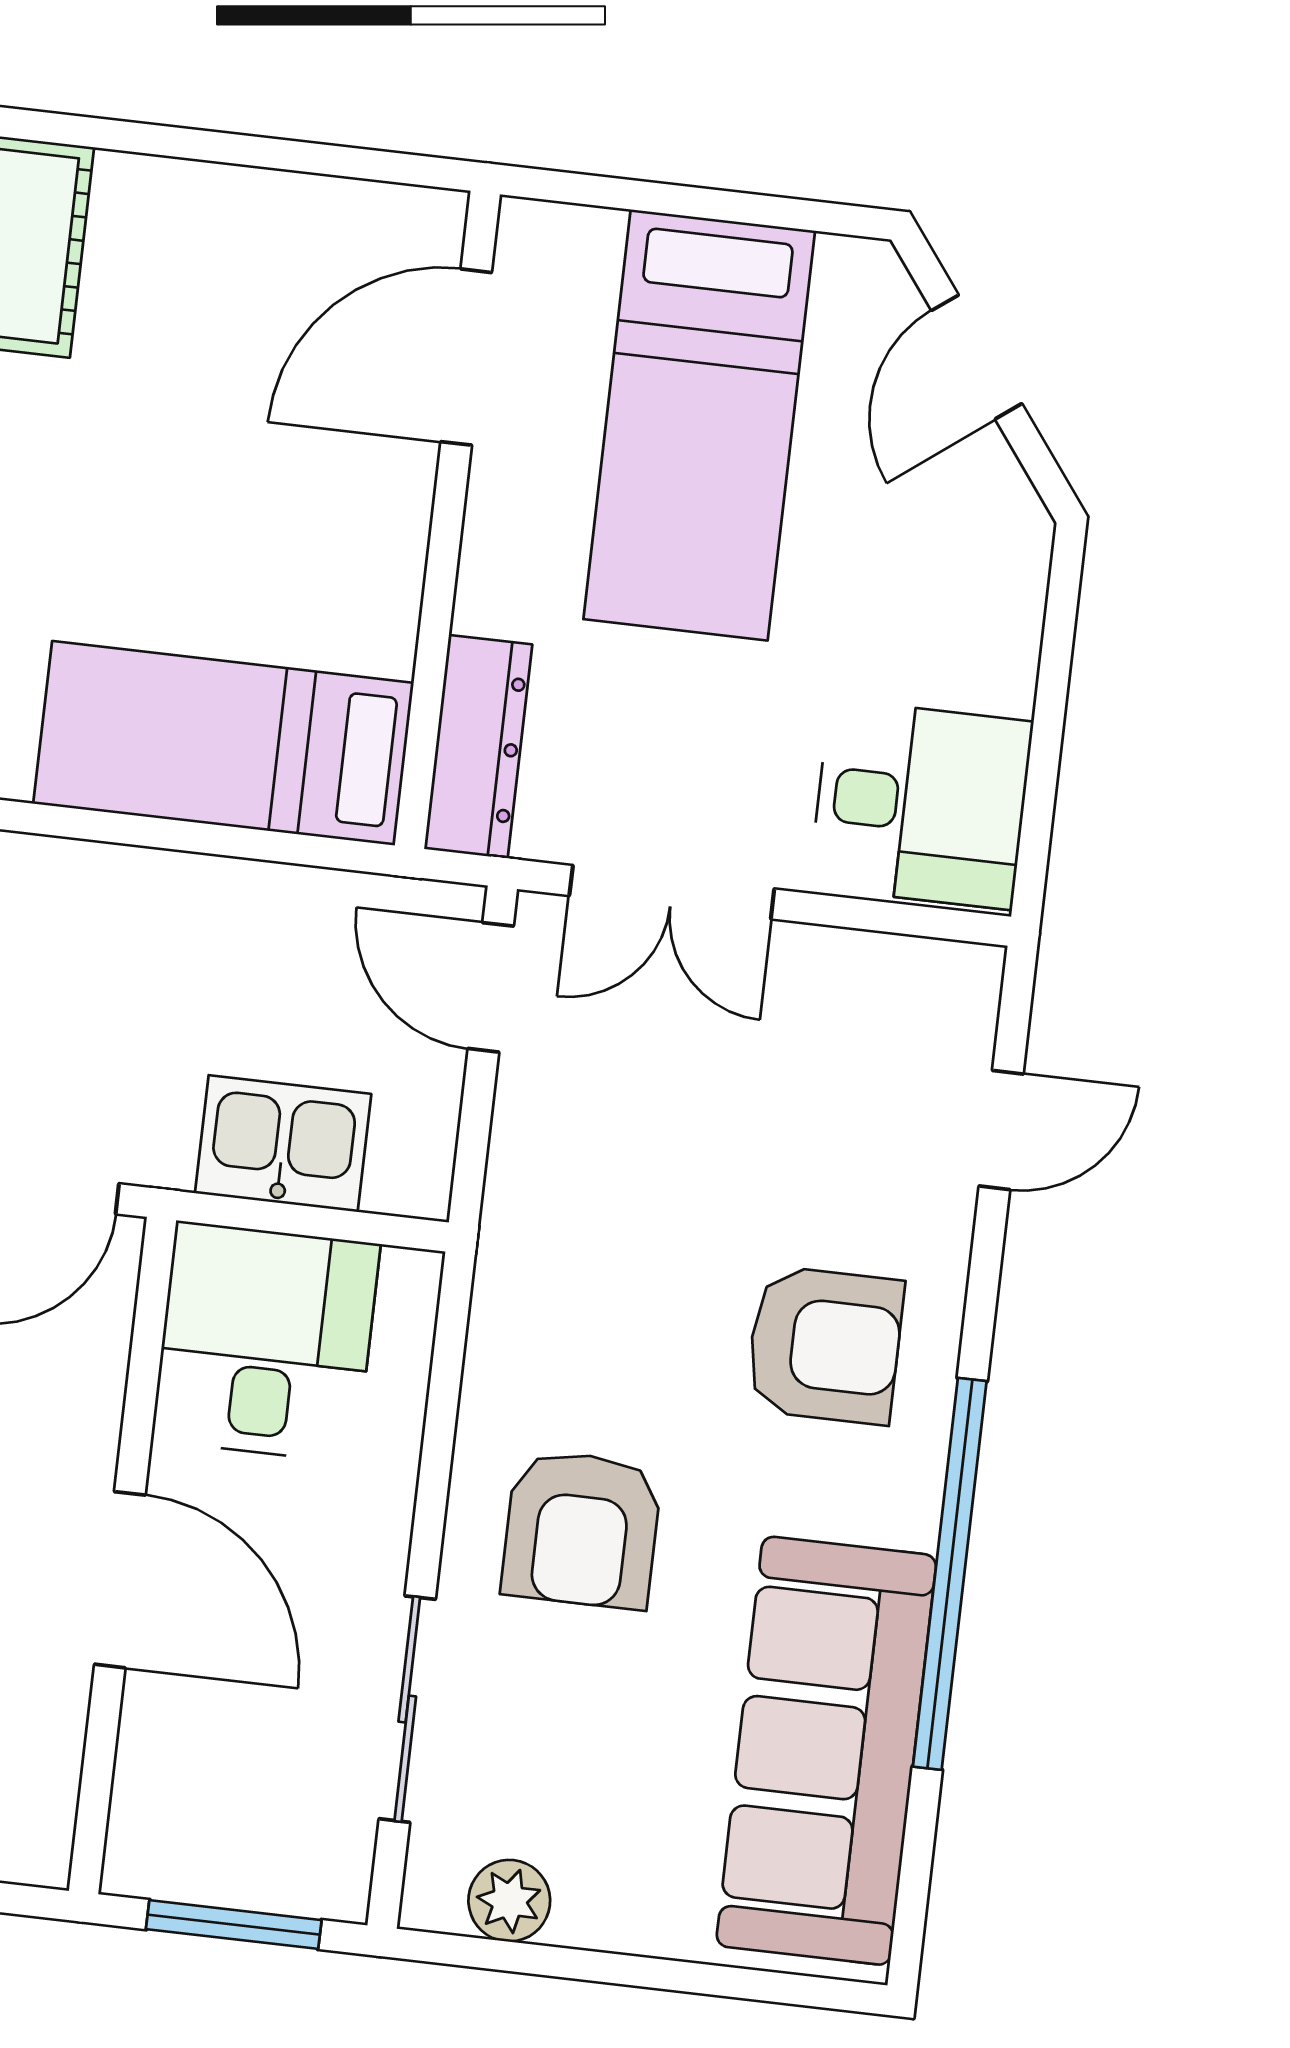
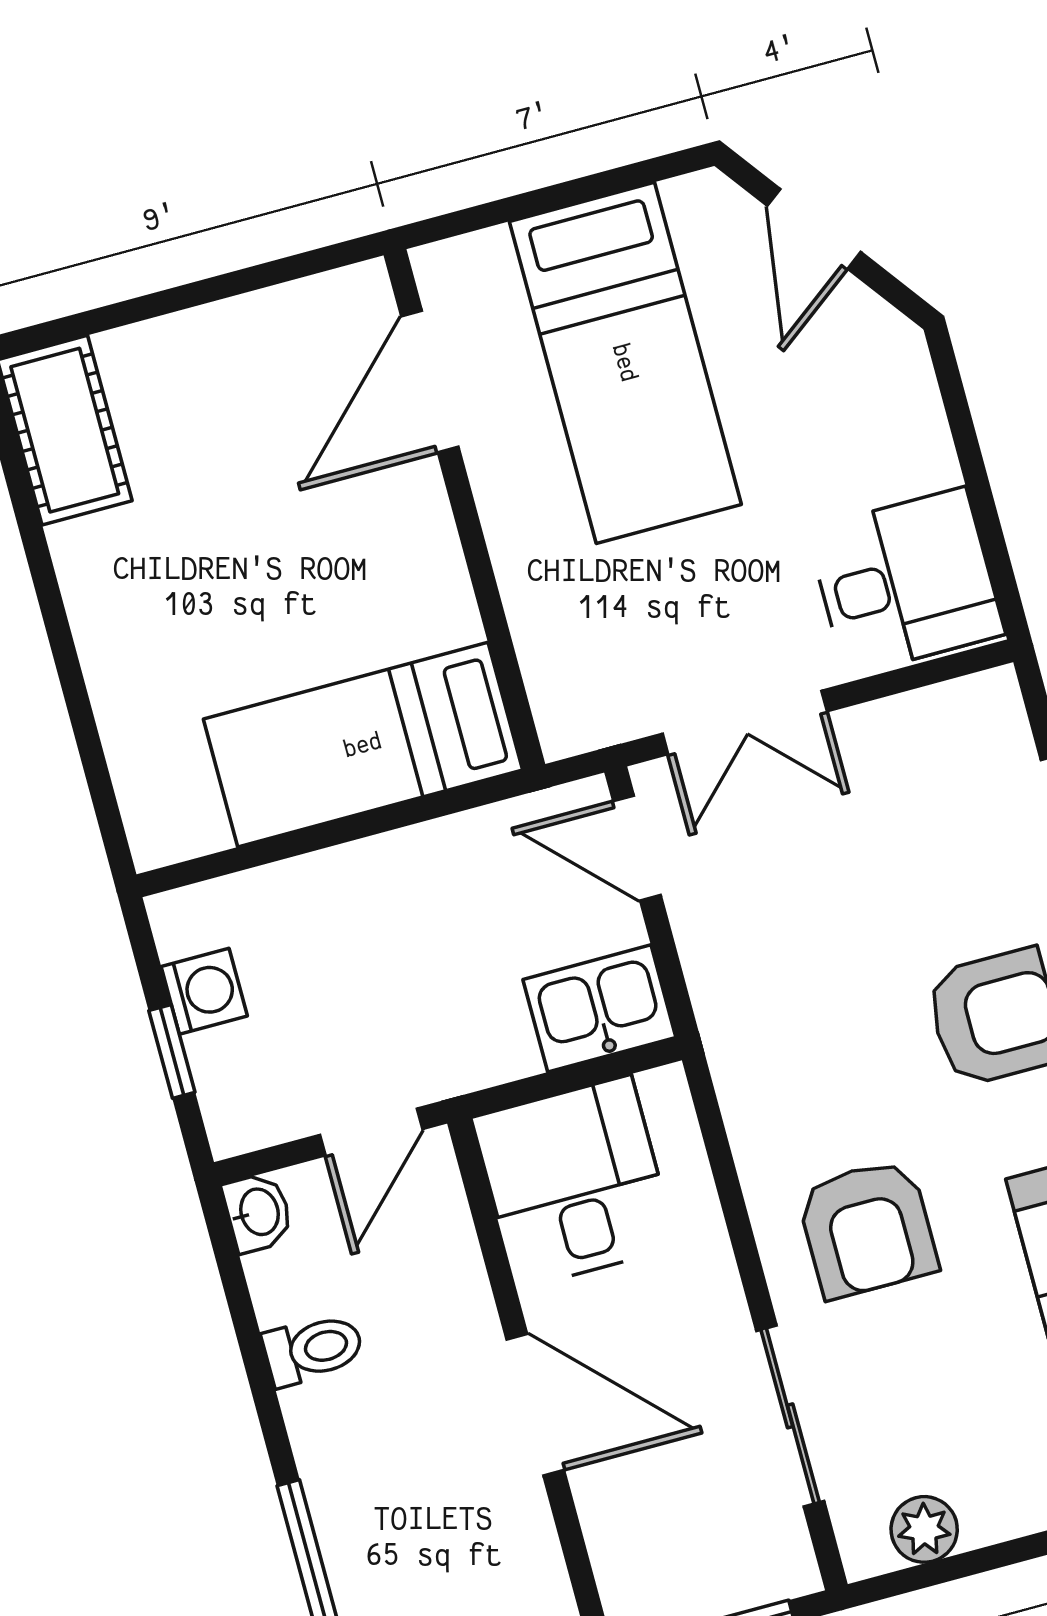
dresser: (478, 747) -> (555, 671), removed
kitchen sink: (283, 1144) -> (599, 1008), moved

